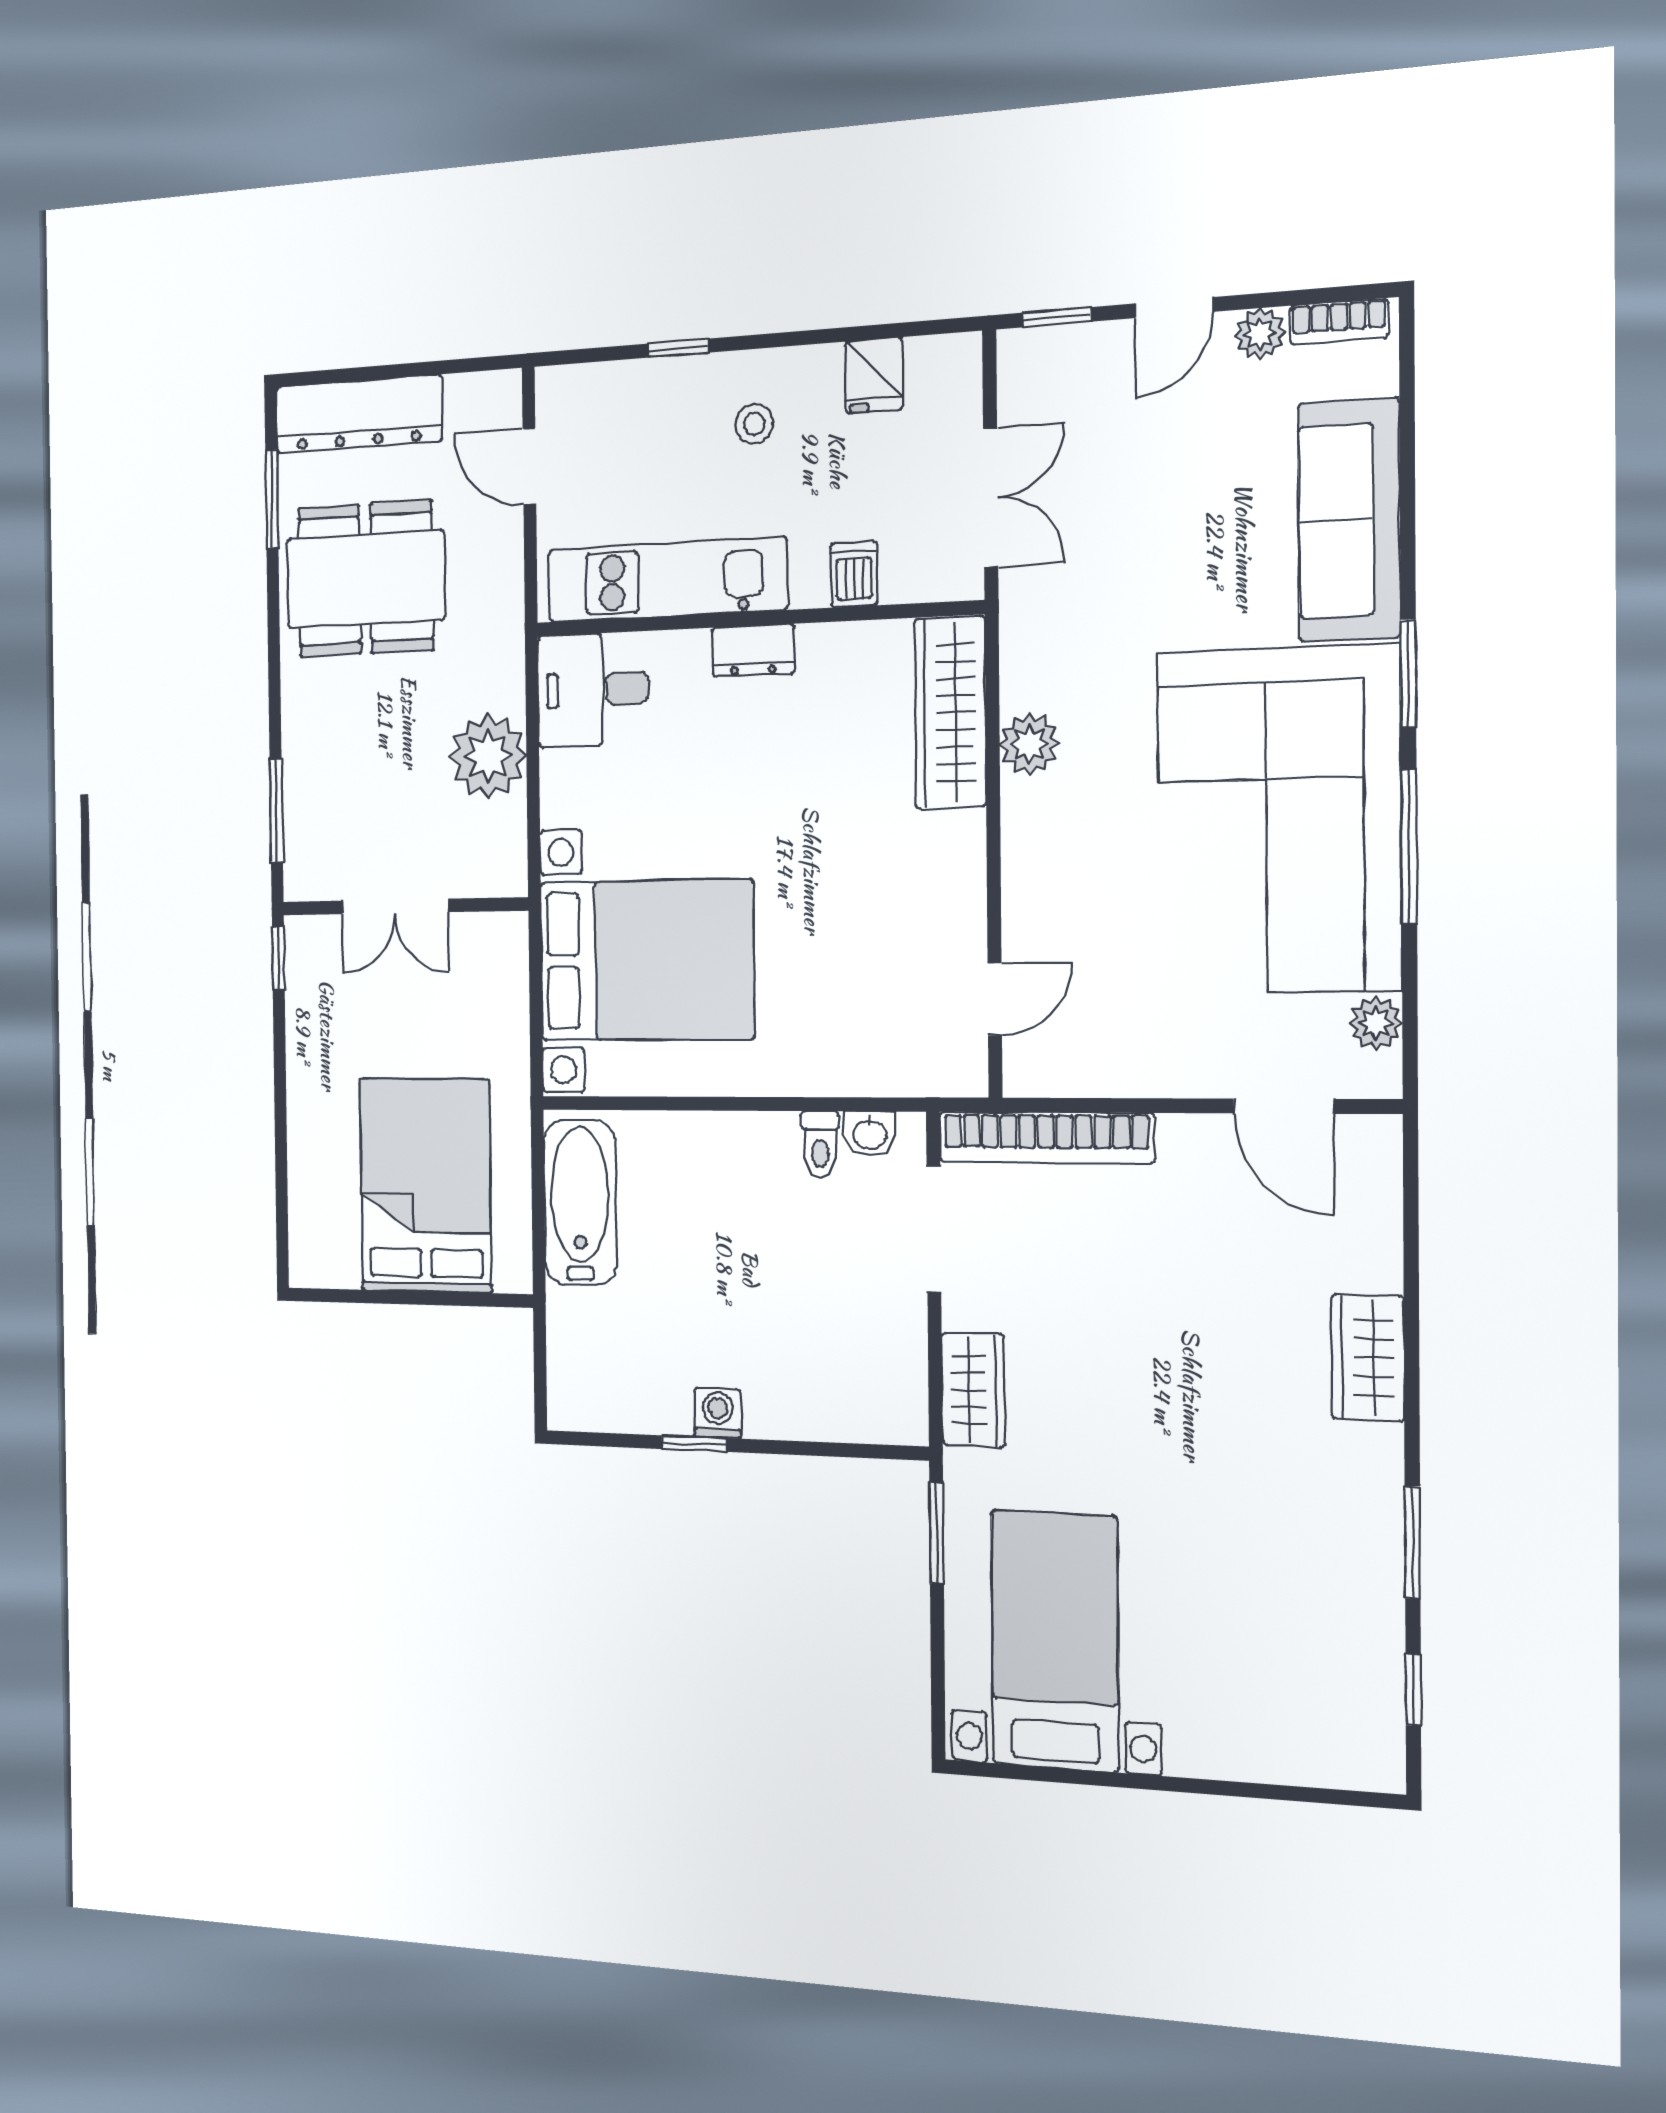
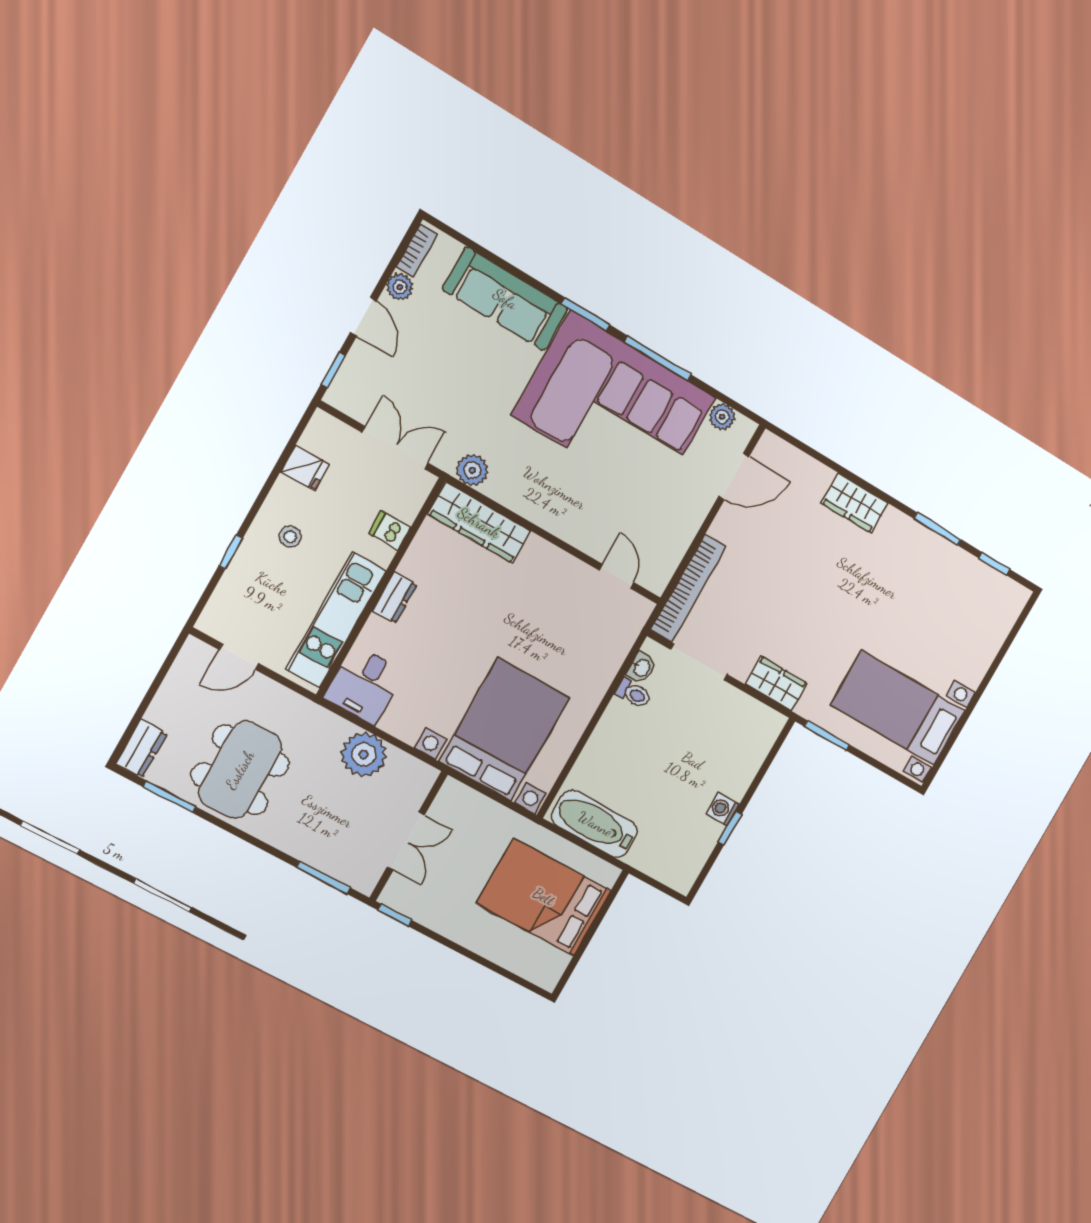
dresser: (358, 414) -> (141, 749), width x0.51, depth x0.80
plant: (1030, 744) -> (472, 470), moved

